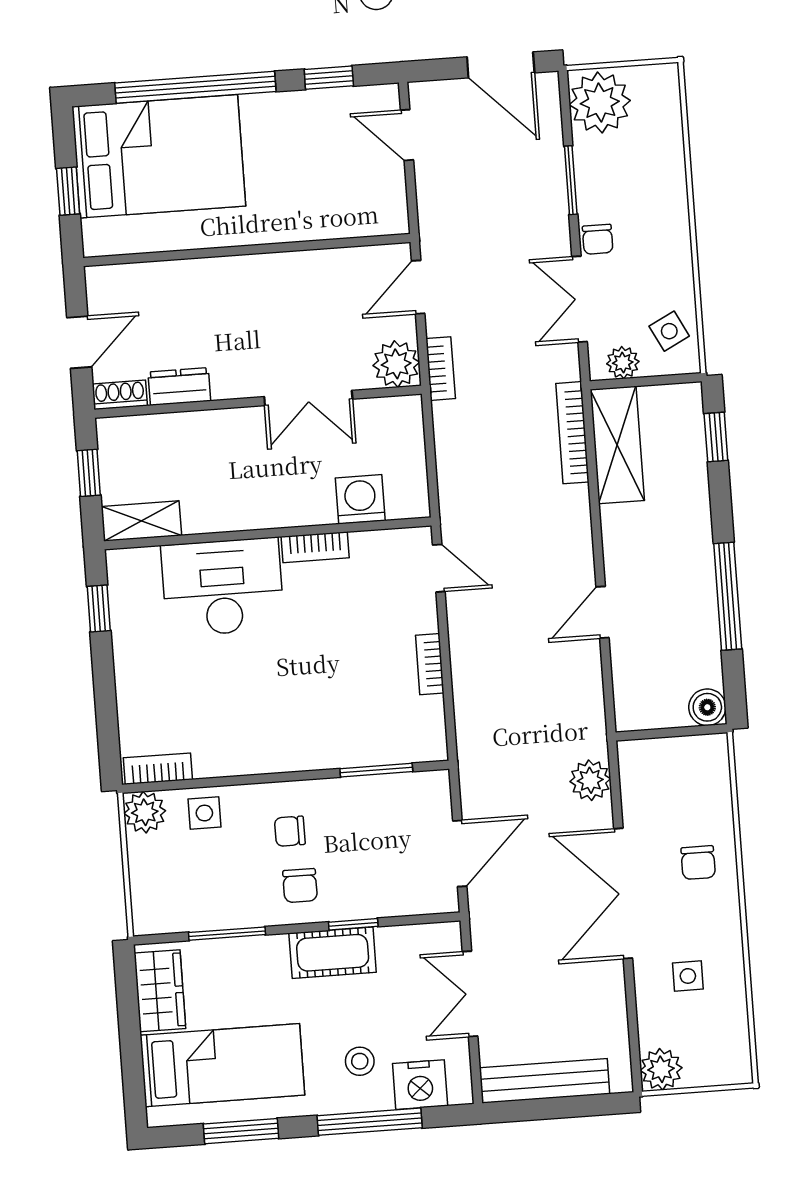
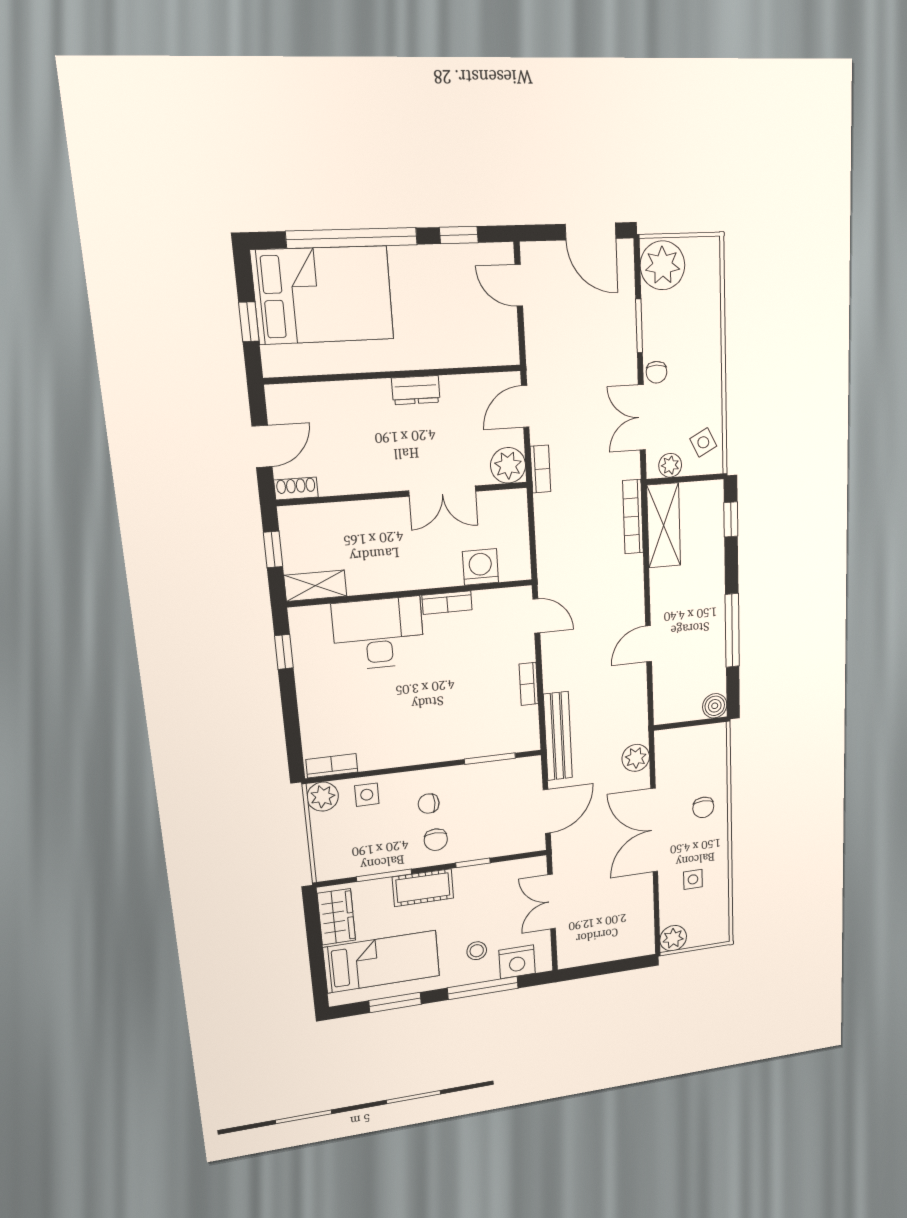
dresser: (179, 386) -> (416, 390), moved, turned 180
cot: (333, 953) -> (423, 888), moved
bench: (545, 1081) -> (558, 736), moved, turned 90

